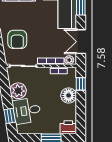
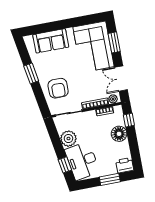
desk: (27, 111) -> (82, 161), width x1.37

